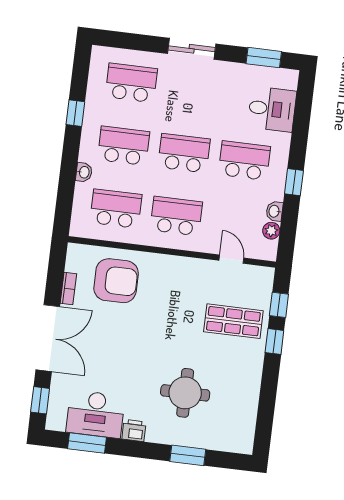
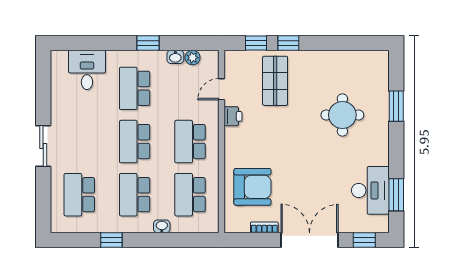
window: (264, 58) -> (43, 82), removed
armchair: (116, 281) -> (252, 187), turned 90
printer: (134, 430) -> (233, 116), moved, turned 180

